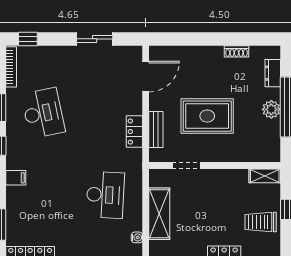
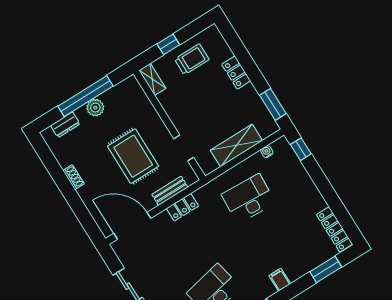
shoe rack: (237, 51) -> (74, 177), moved
door: (146, 77) -> (132, 226), width x1.36
trolley: (261, 222) -> (192, 59), turned -90

